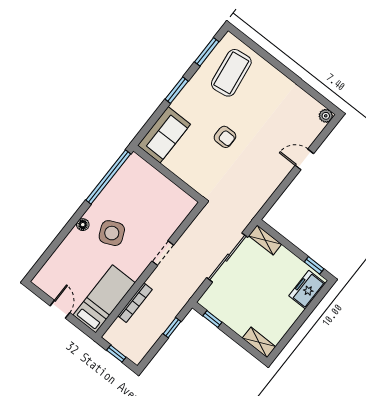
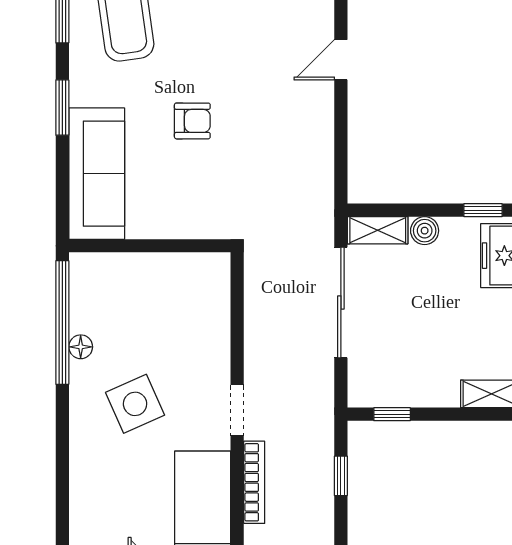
sofa: (164, 135) -> (97, 174), width x1.36
floor lamp: (83, 225) -> (81, 347), moved
doorway: (163, 253) -> (237, 410), moved
boiler: (284, 255) -> (425, 231), added

